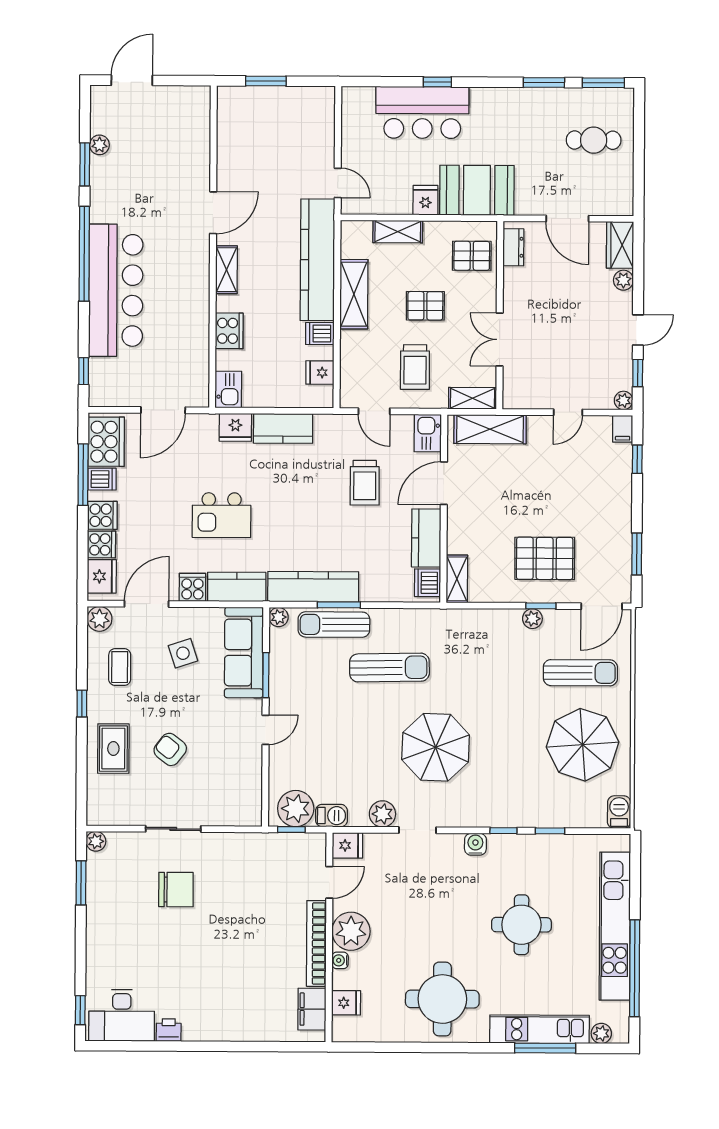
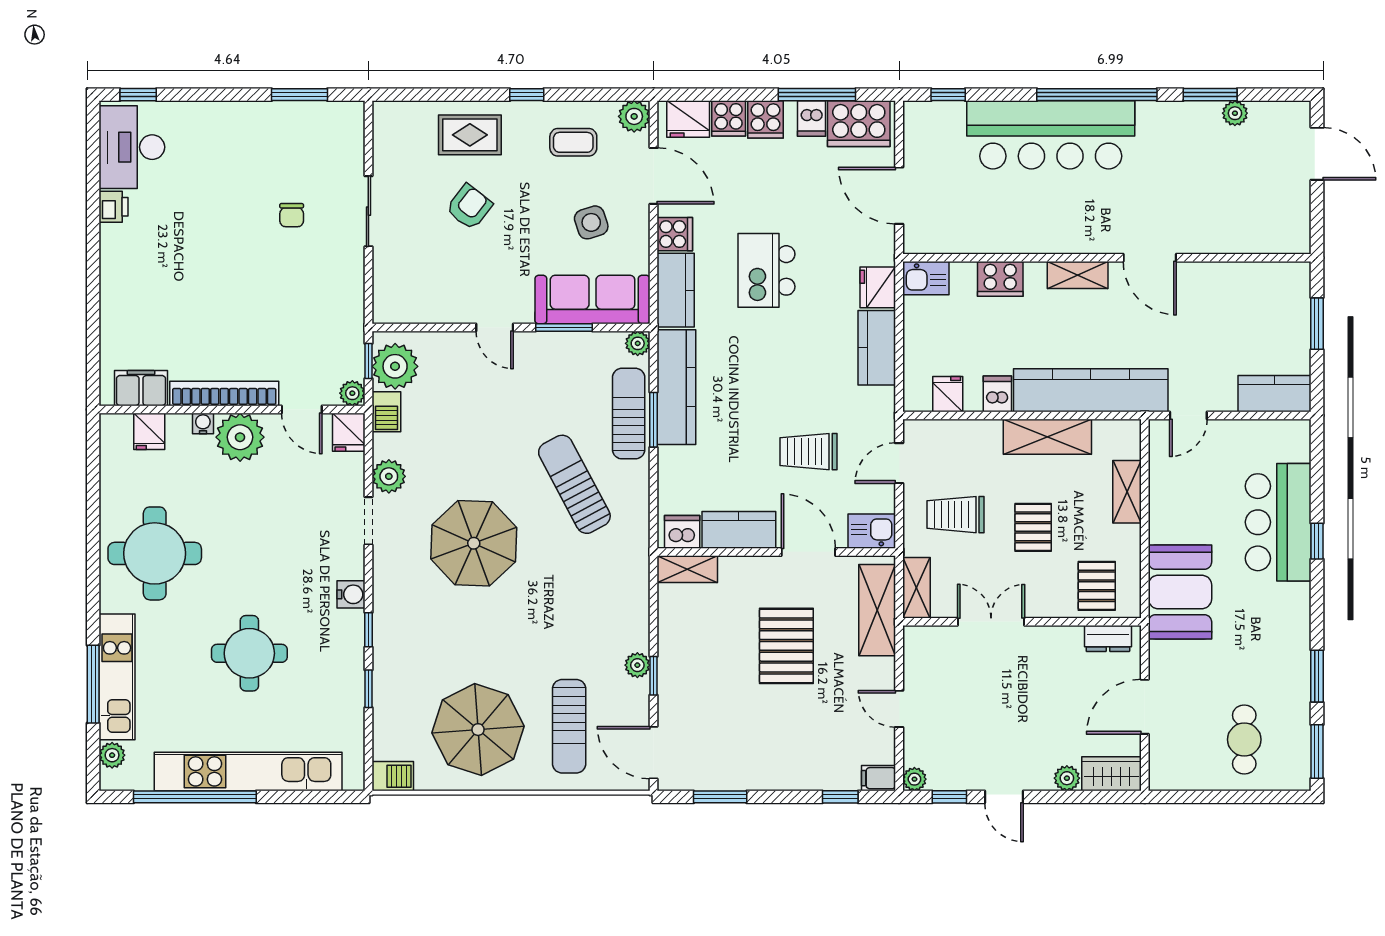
kitchen counter: (321, 115) -> (1274, 394), added
fridge: (425, 200) -> (1167, 527), removed
pallet: (545, 558) -> (786, 646), moved
sun lounger: (389, 668) -> (574, 484), turned 153
plant: (96, 841) -> (352, 393), moved
chair: (176, 890) -> (292, 215), width x0.54, depth x0.54

